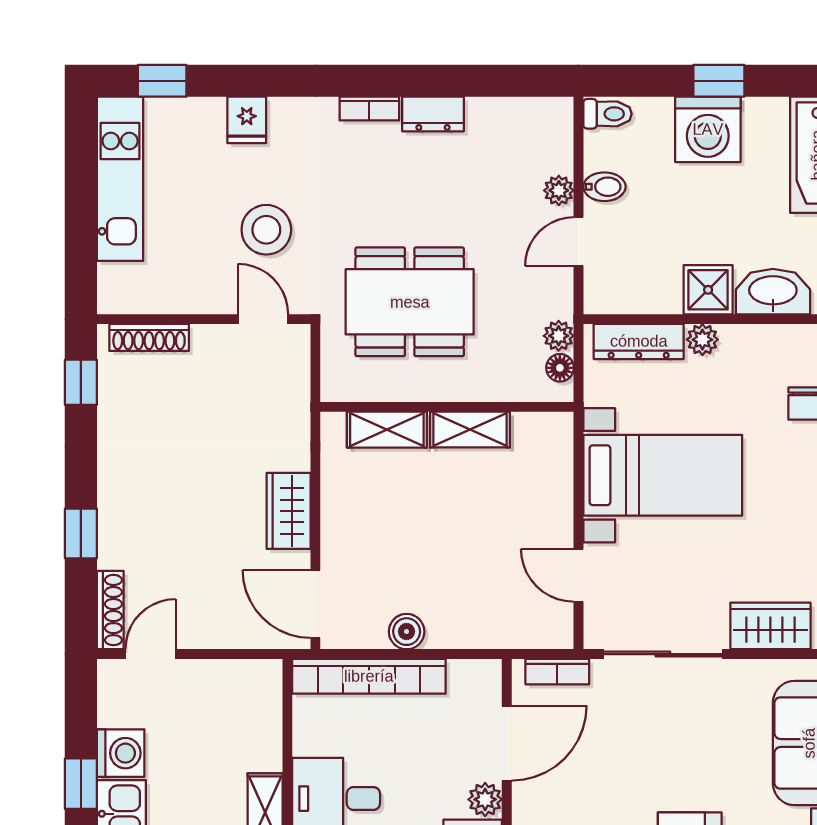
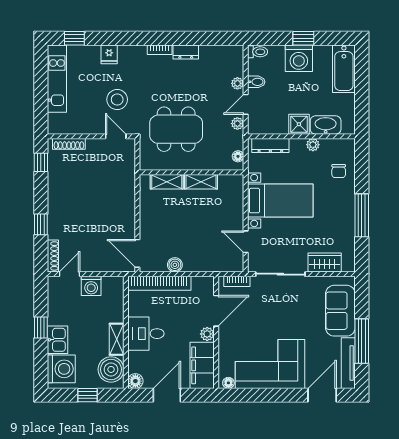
plant: (559, 336) -> (237, 124), moved
plant: (702, 340) -> (313, 145), moved
wardrobe: (289, 511) -> (126, 215), removed
washing machine: (121, 753) -> (91, 286), moved, turned 90

